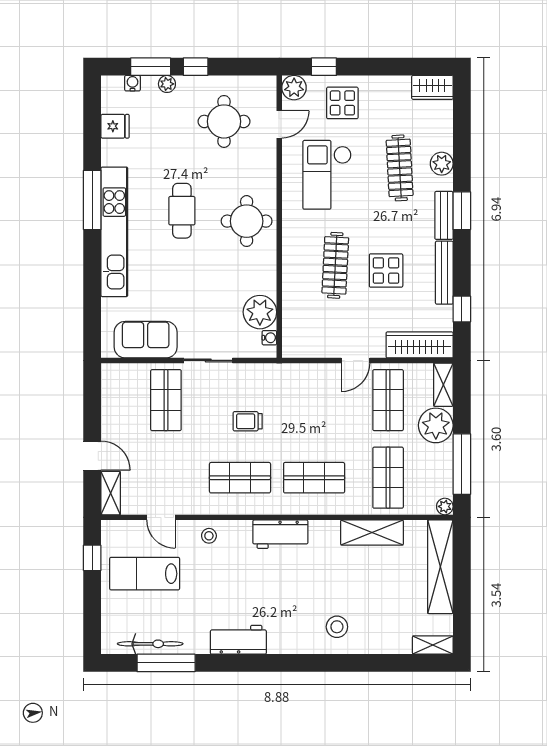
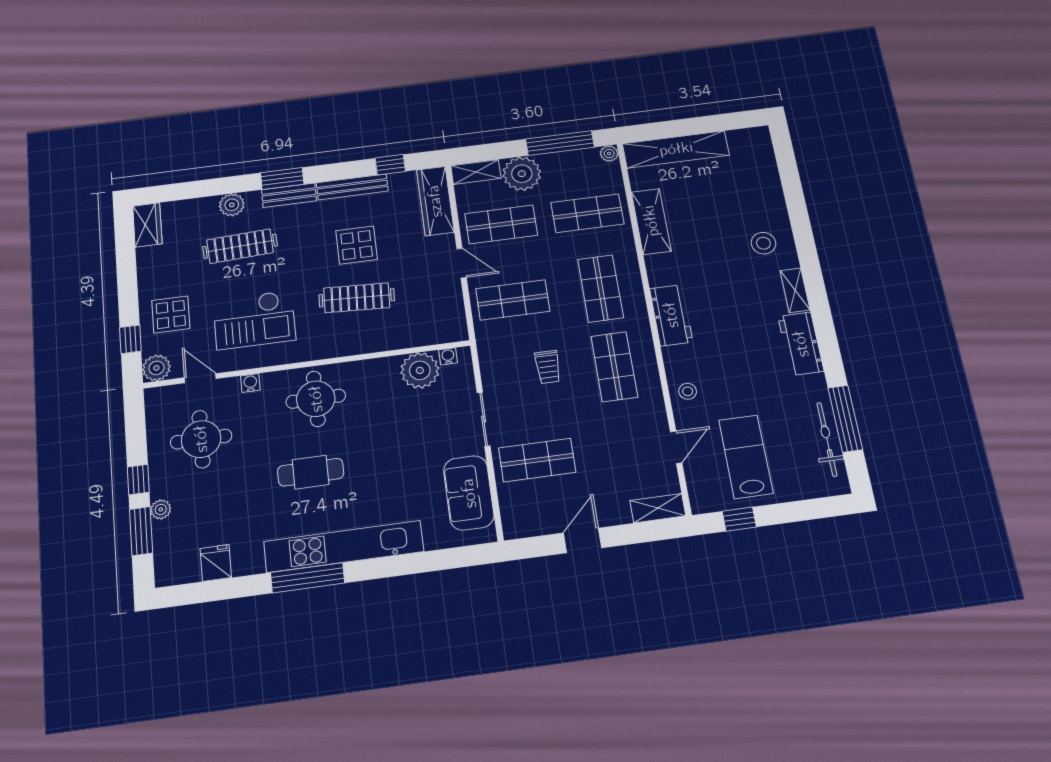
water cooler: (132, 83) -> (250, 383), moved, turned 90
shop shelf: (314, 400) -> (513, 300), added
door: (92, 456) -> (583, 540), moved
lab bench: (145, 574) -> (746, 457), turned 180
shelving: (433, 645) -> (795, 290), moved

